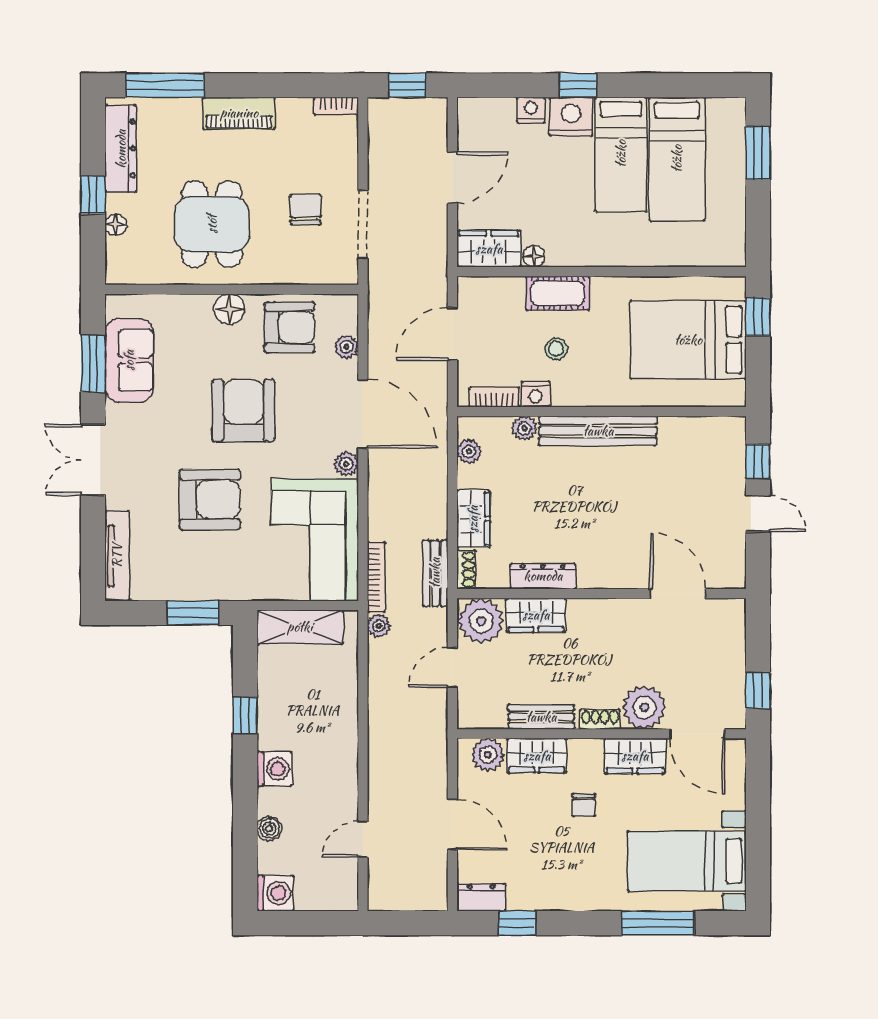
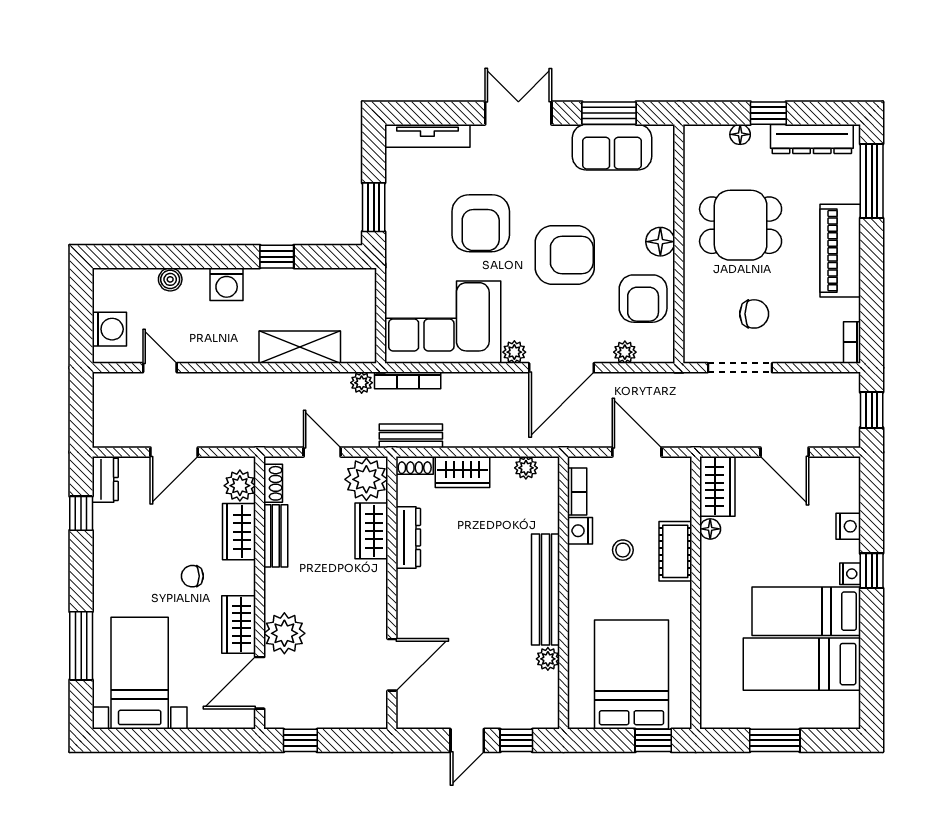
piano: (239, 113) -> (840, 251), width x1.37, depth x1.33
nightstand: (571, 117) -> (850, 574), width x0.53, depth x0.56
window: (758, 153) -> (775, 740), moved
plant: (524, 428) -> (548, 659), moved
shelving: (300, 627) -> (300, 347), moved, turned 90
shoe rack: (600, 719) -> (273, 483), moved
washing machine: (275, 893) -> (109, 329), moved, turned -90

